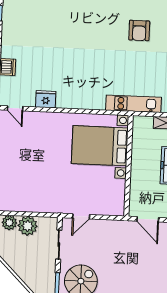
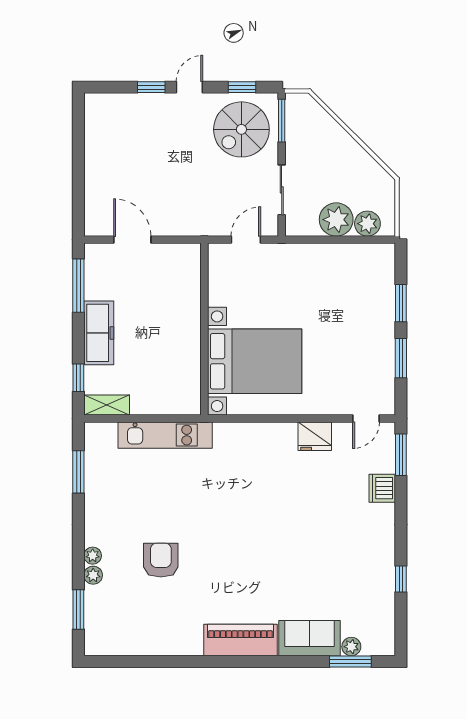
door: (15, 108) -> (366, 419), swing flipped
bed with nightstands: (100, 146) -> (255, 361), moved
wall: (128, 166) -> (204, 329), moved

